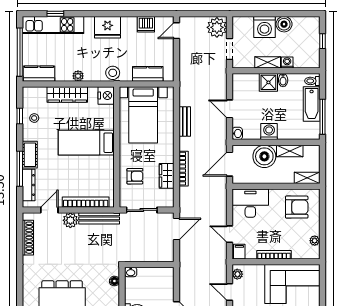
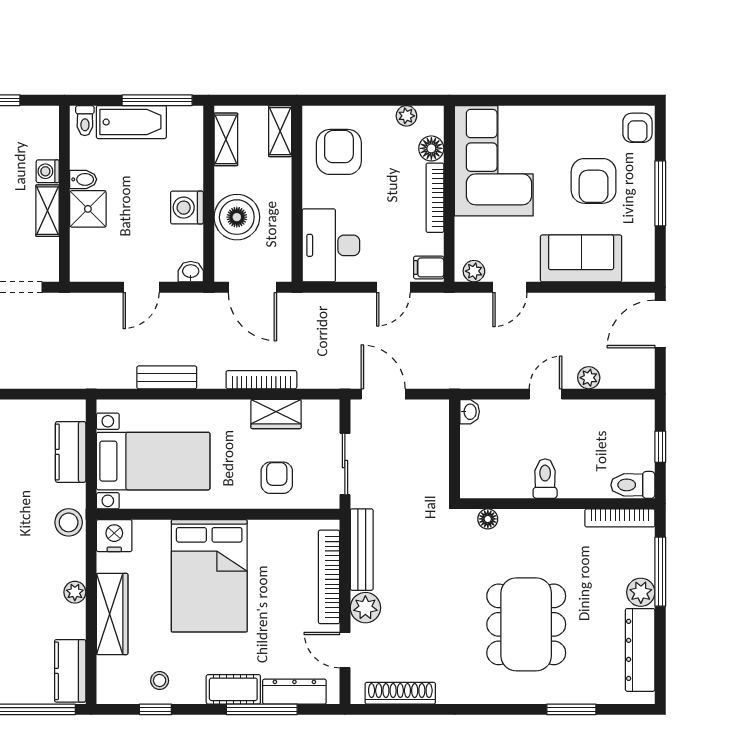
bed: (86, 143) -> (209, 576), width x1.50
shelving: (290, 151) -> (226, 139), moved
floor lamp: (298, 253) -> (431, 148), added
washbasin: (131, 272) -> (470, 412), moved

